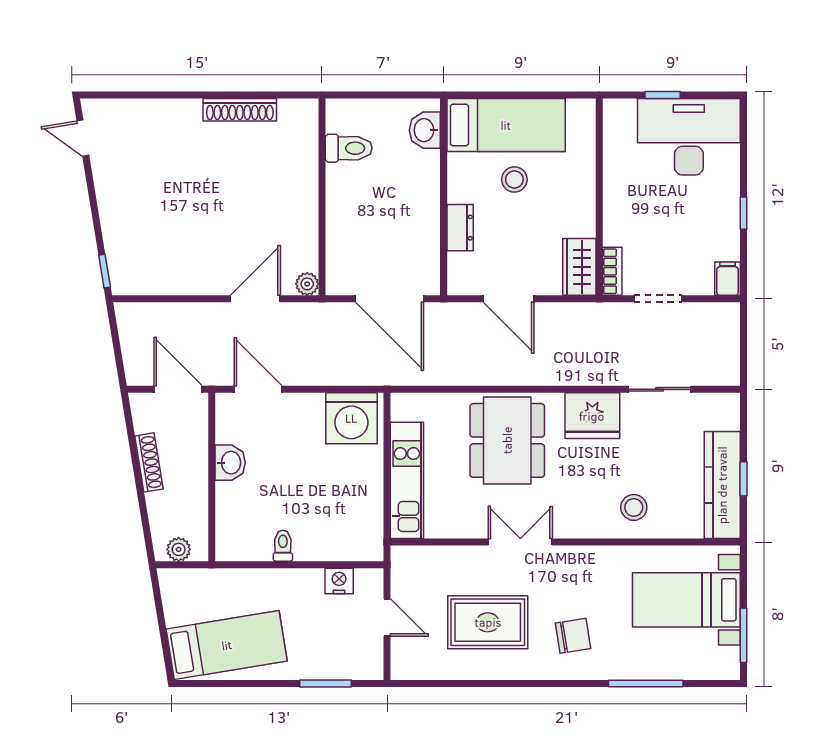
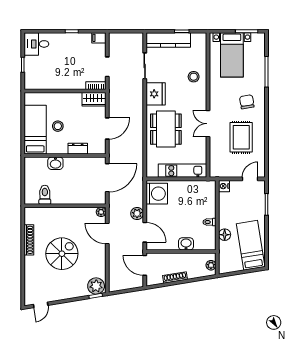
washbasin: (425, 130) -> (55, 163), moved
desk: (689, 137) -> (36, 44), width x0.53, depth x0.77
spiral stairs: (206, 189) -> (62, 254), added
plant: (128, 272) -> (96, 286), added
plant: (303, 371) -> (137, 213), added
door: (178, 389) -> (145, 265), hinge flipped
door: (258, 389) -> (145, 232), swing flipped
dining table: (507, 440) -> (166, 129), turned 90
washbasin: (230, 463) -> (186, 244), moved
kitchen counter: (722, 485) -> (168, 40), moved
nightstand: (339, 581) -> (224, 186), moved
floor lamp: (252, 582) -> (225, 235), added
door: (387, 617) -> (250, 179), moved

